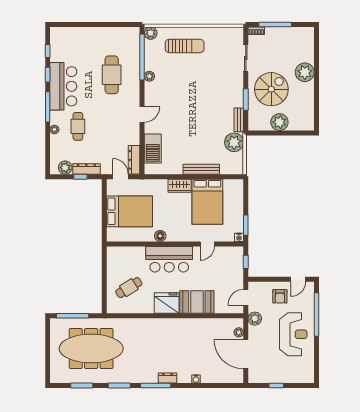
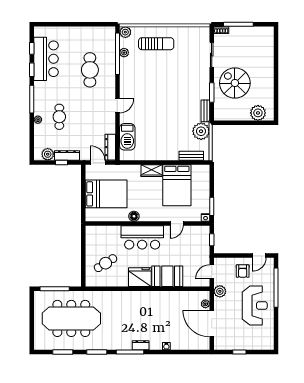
plant: (305, 72) -> (265, 68), removed
plant: (149, 76) -> (124, 53), moved
bar counter: (63, 86) -> (46, 59), moved
spiral stairs: (271, 89) -> (235, 83), turned -90
plant: (279, 122) -> (258, 113), moved
bench: (201, 169) -> (191, 156), moved, width x0.73

